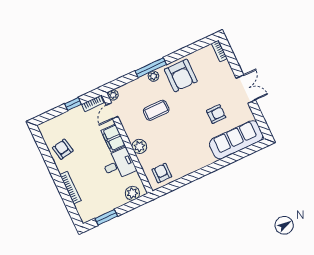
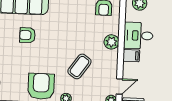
coffee table: (156, 110) -> (79, 66), turned -55
filing cabinet: (113, 138) -> (131, 56), width x0.50

